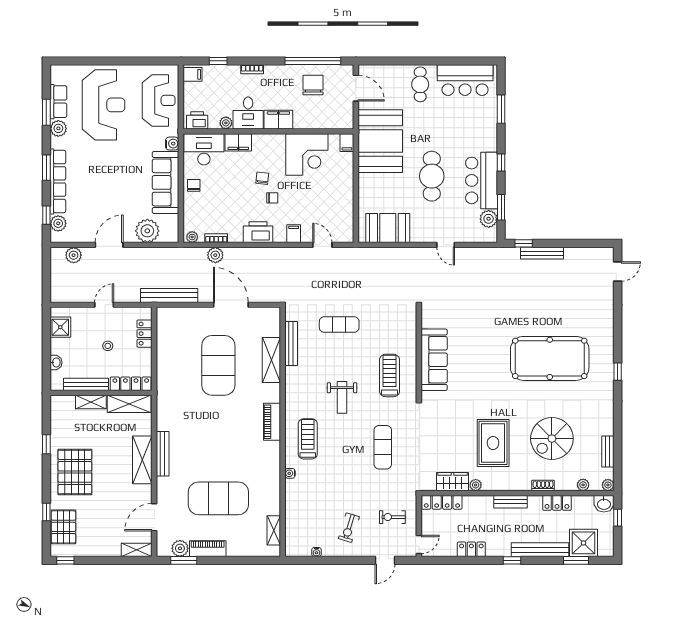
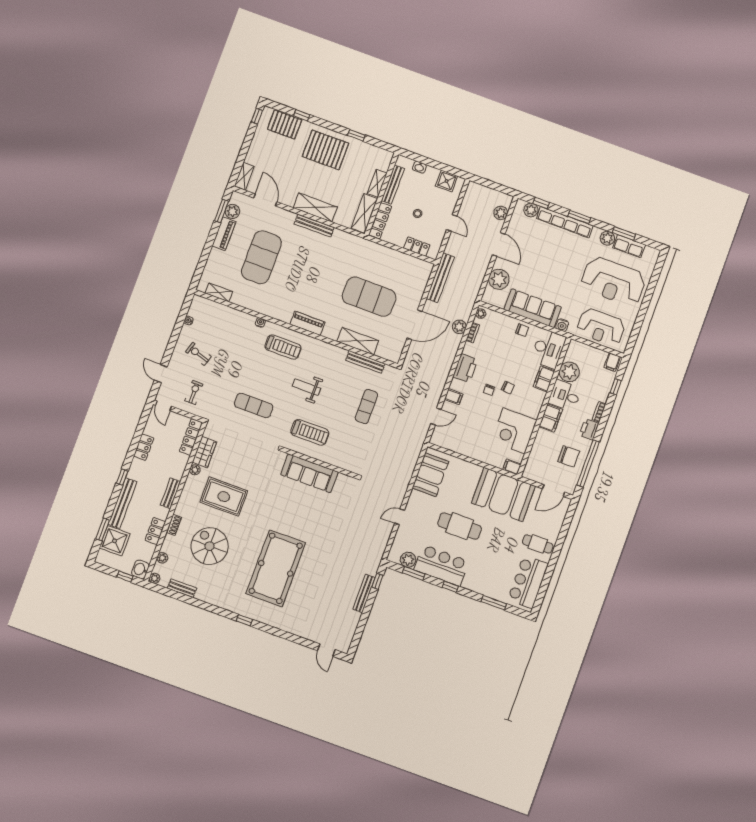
printer: (197, 120) -> (589, 429), moved, turned 180
plant: (226, 123) -> (569, 372), width x1.88, depth x1.88

